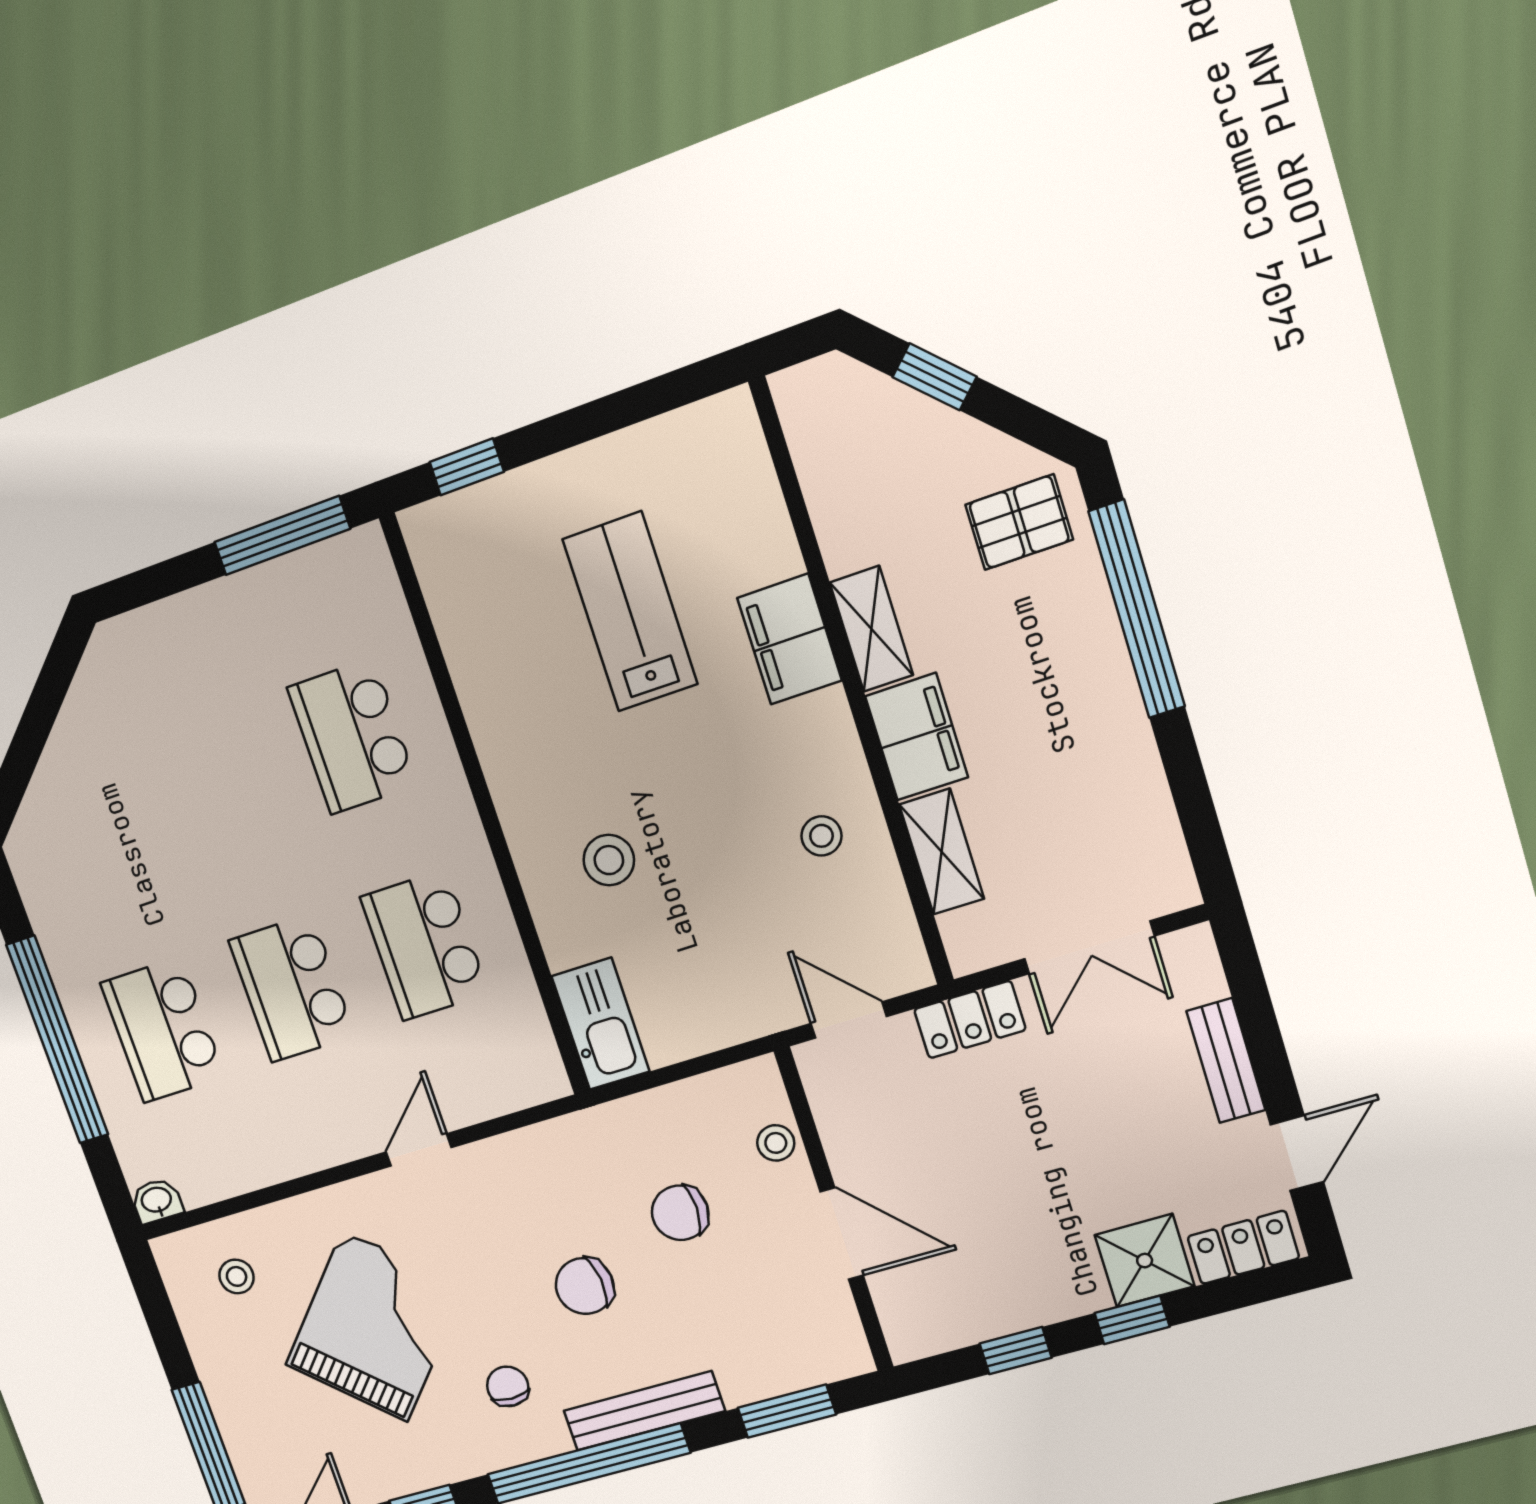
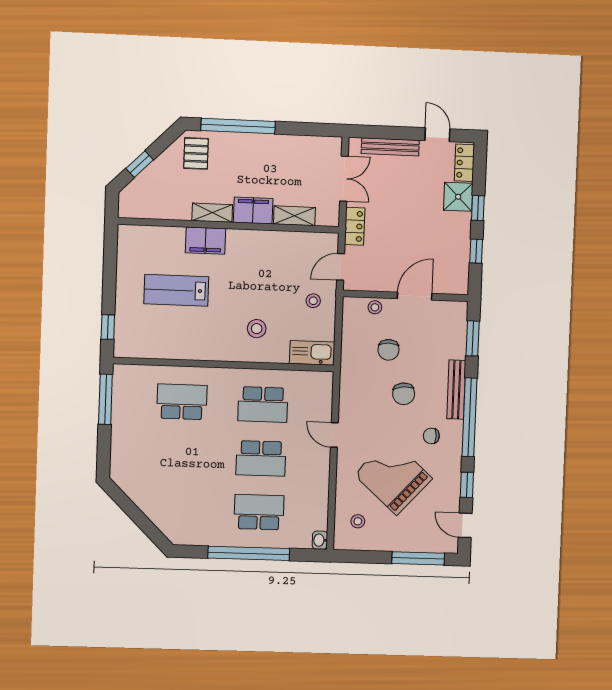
school desk: (352, 736) -> (182, 402), turned 180
stool: (821, 836) -> (313, 301), moved
school desk: (163, 1030) -> (259, 512), turned 180
bench: (1226, 1061) -> (390, 147), width x1.36

